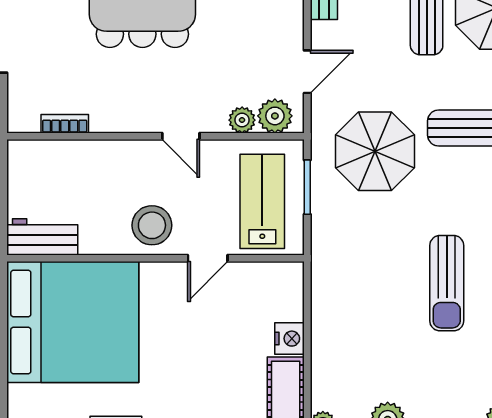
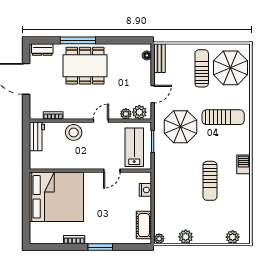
door: (181, 136) -> (101, 121), swing flipped
stool: (152, 225) -> (74, 132), moved
workbench: (42, 237) -> (37, 136), moved, turned 90
nightstand: (289, 339) -> (145, 190), moved

